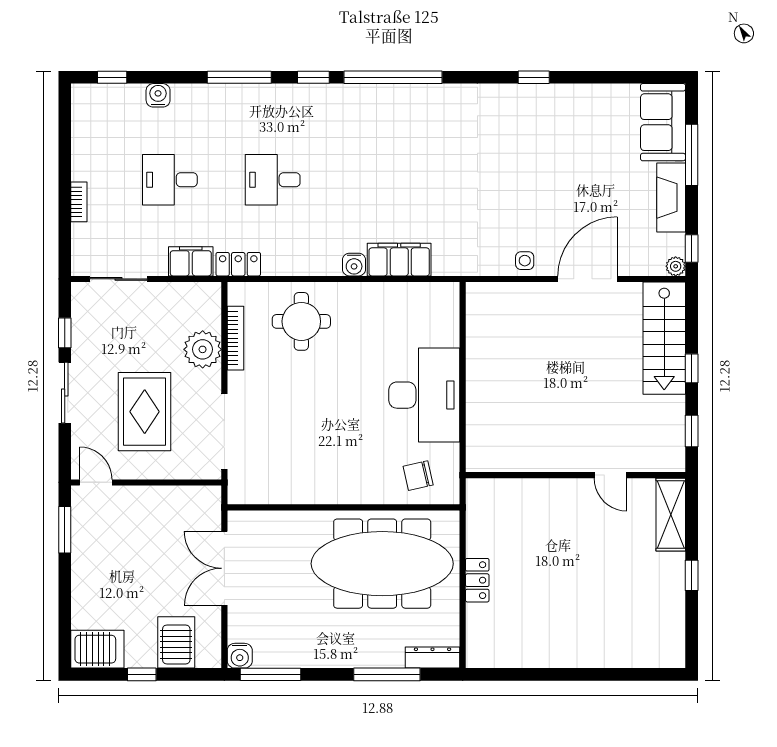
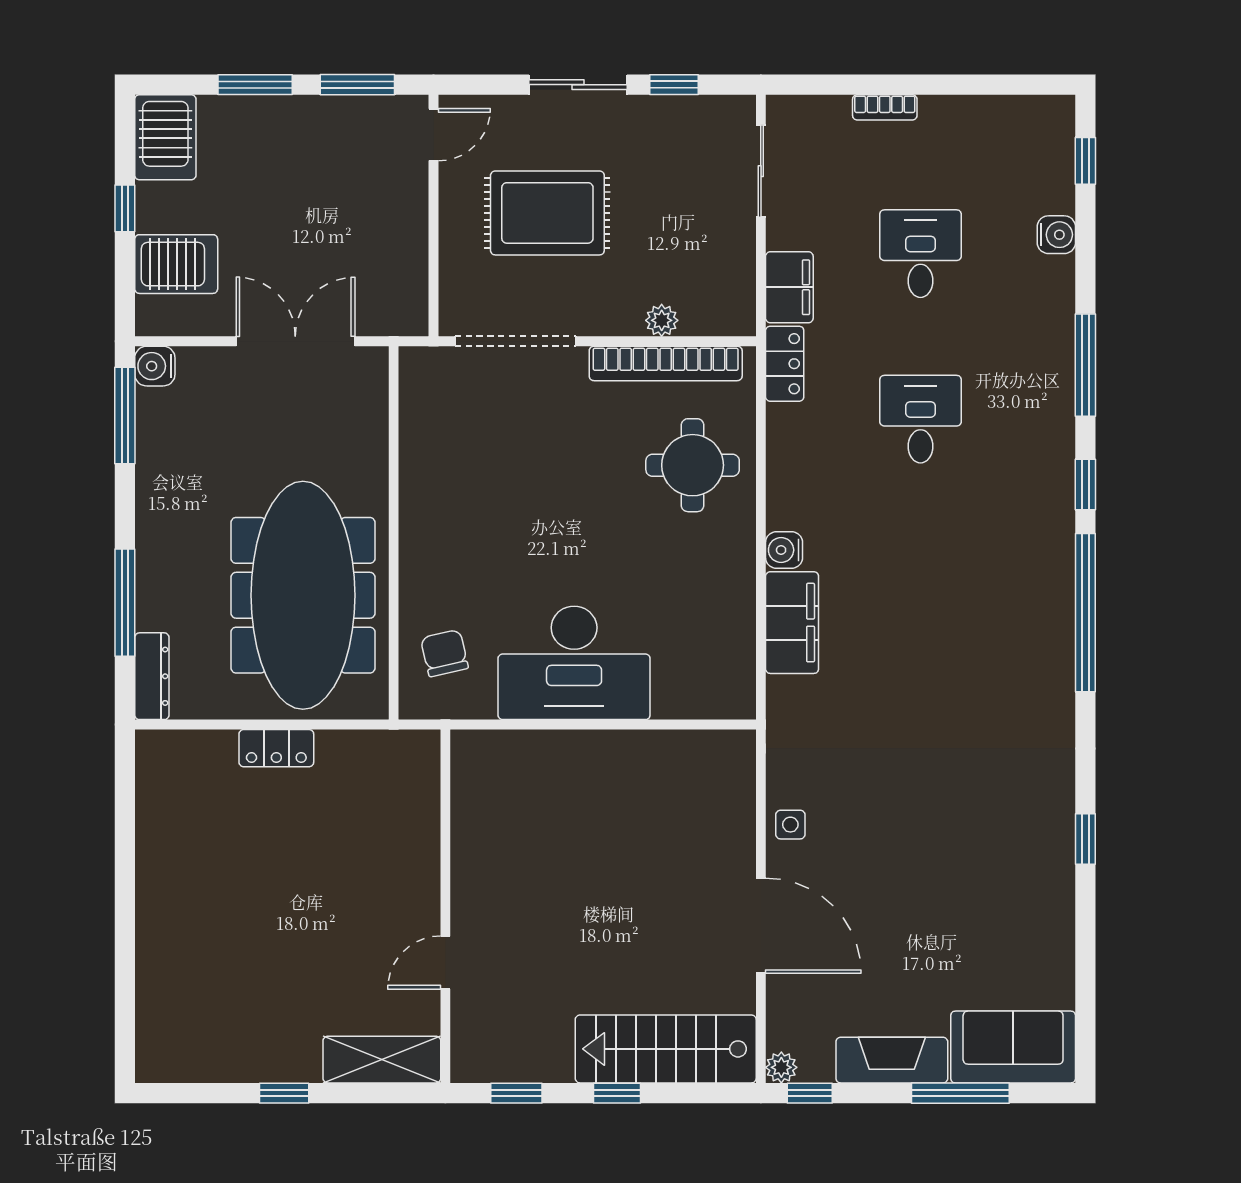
bookcase: (235, 338) -> (666, 363), width x1.48, depth x1.31
plant: (203, 349) -> (662, 320), width x0.53, depth x0.53
window: (65, 593) -> (255, 85), added

